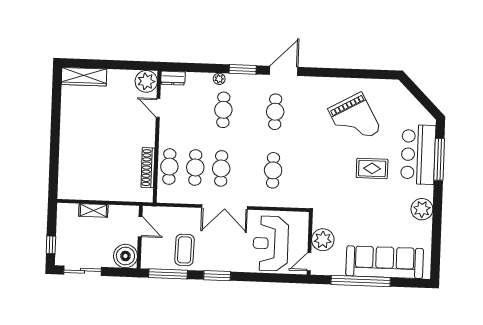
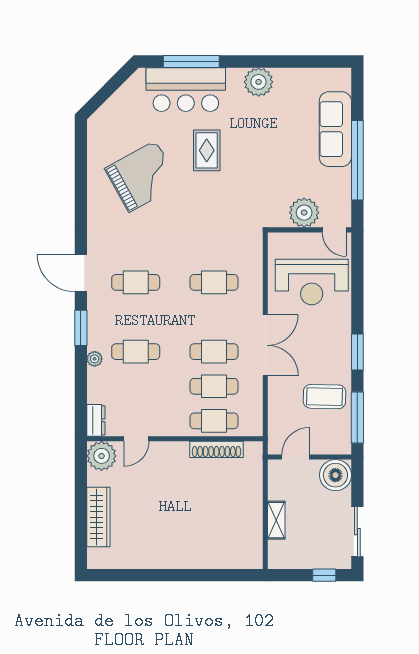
wardrobe: (84, 77) -> (98, 517), moved
sofa: (385, 262) -> (335, 129), width x0.74, depth x0.79

